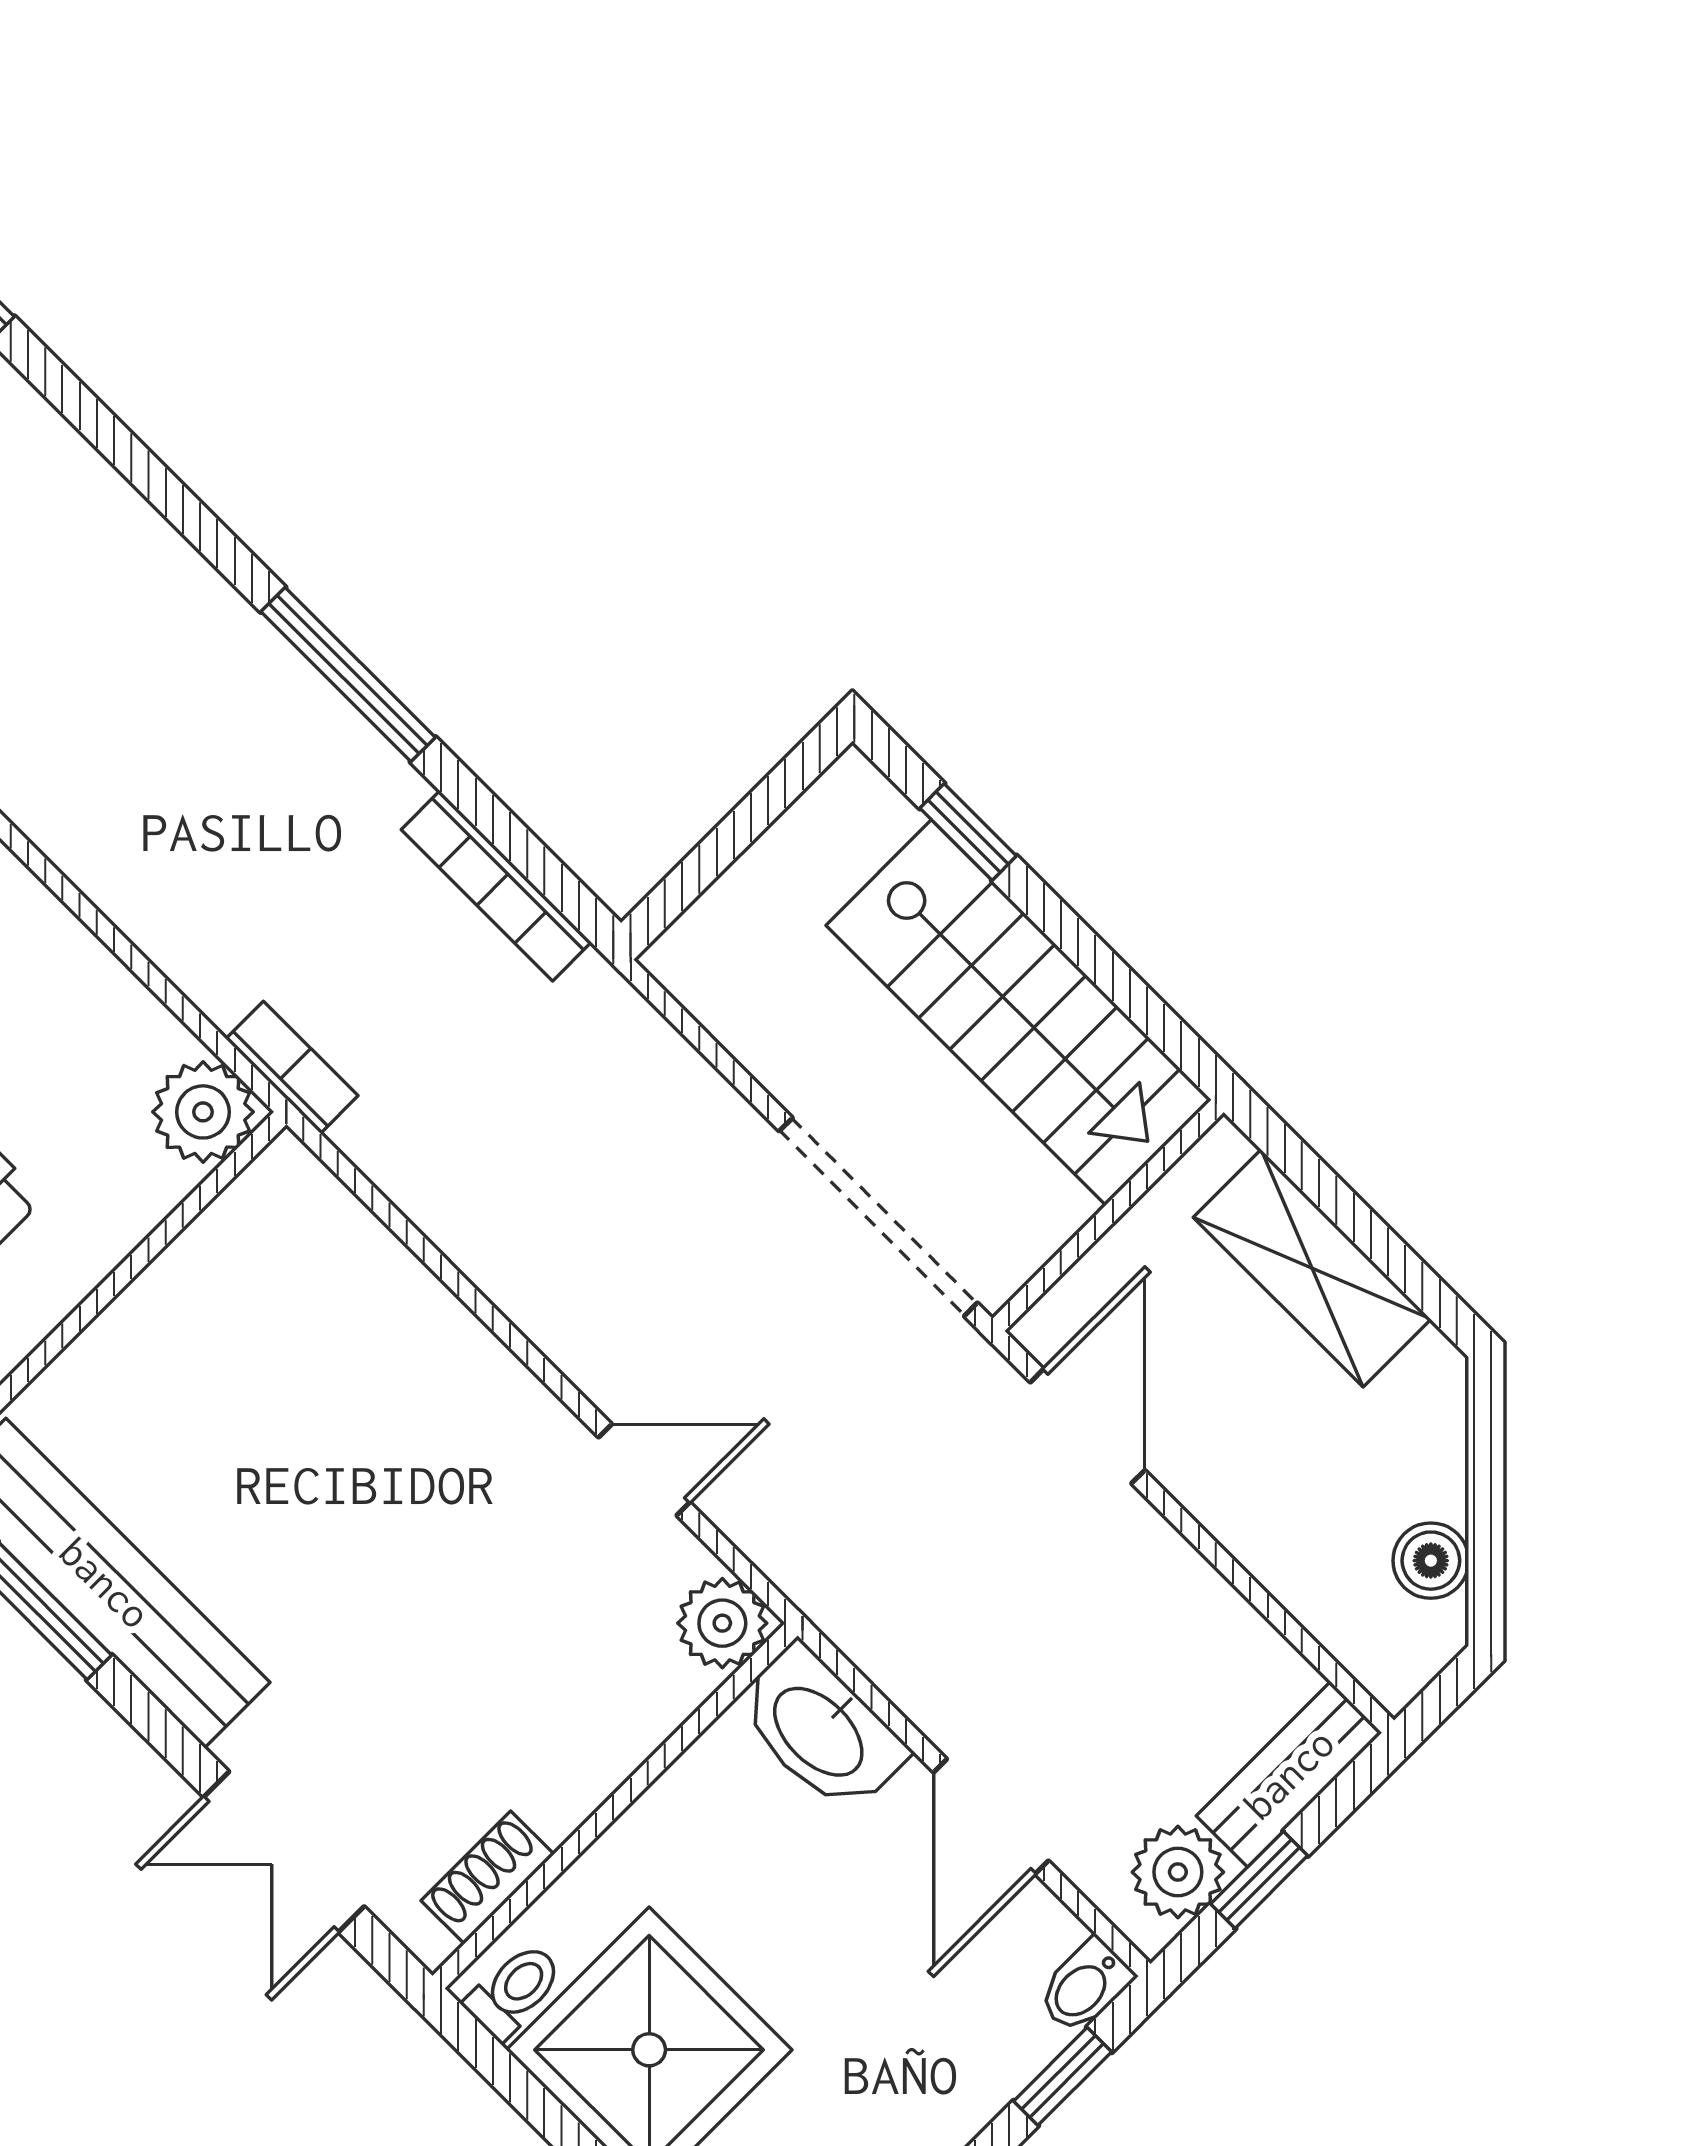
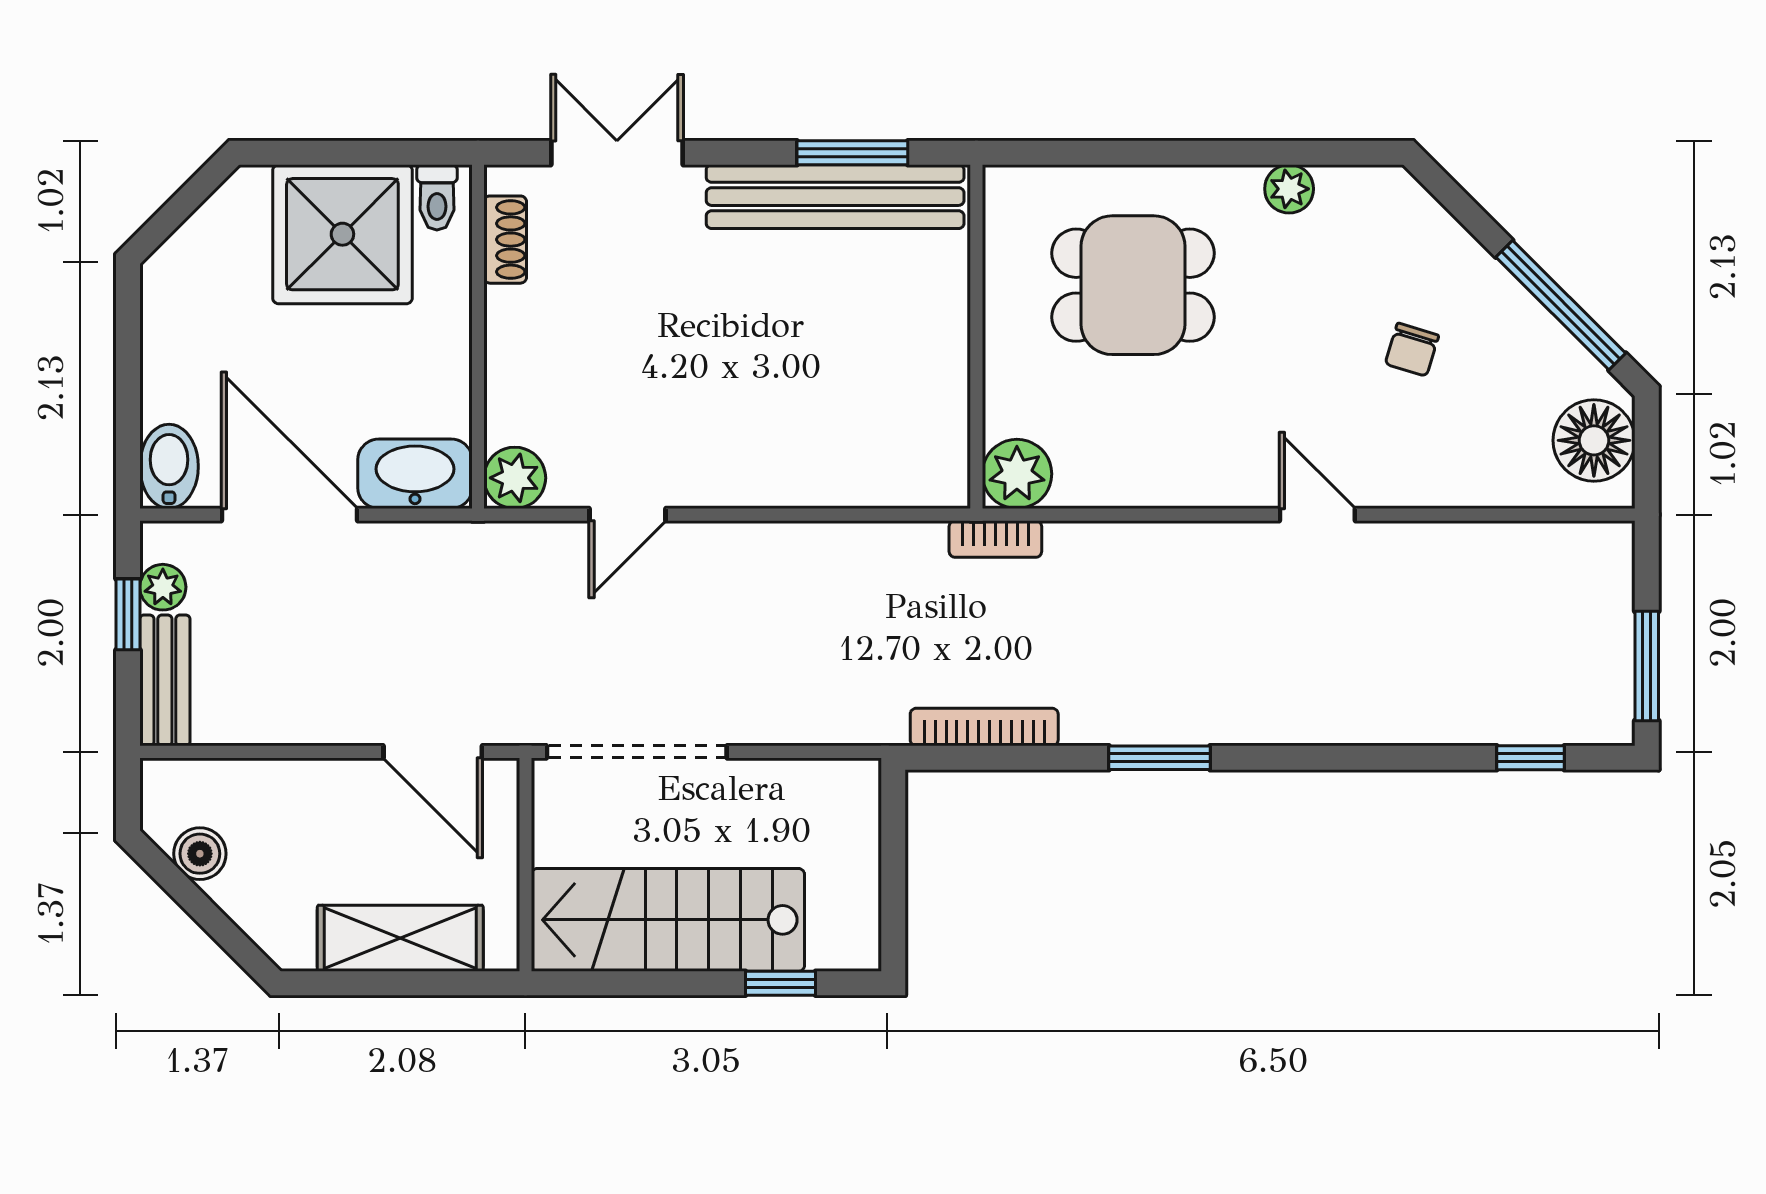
window: (348, 674) -> (1159, 758), width x0.69
door: (991, 1816) -> (290, 515), width x1.36
plant: (1178, 1872) -> (163, 587), width x0.73, depth x0.73
bidet: (1085, 1986) -> (169, 466), width x1.38, depth x1.36
window: (1063, 2076) -> (128, 423), removed

